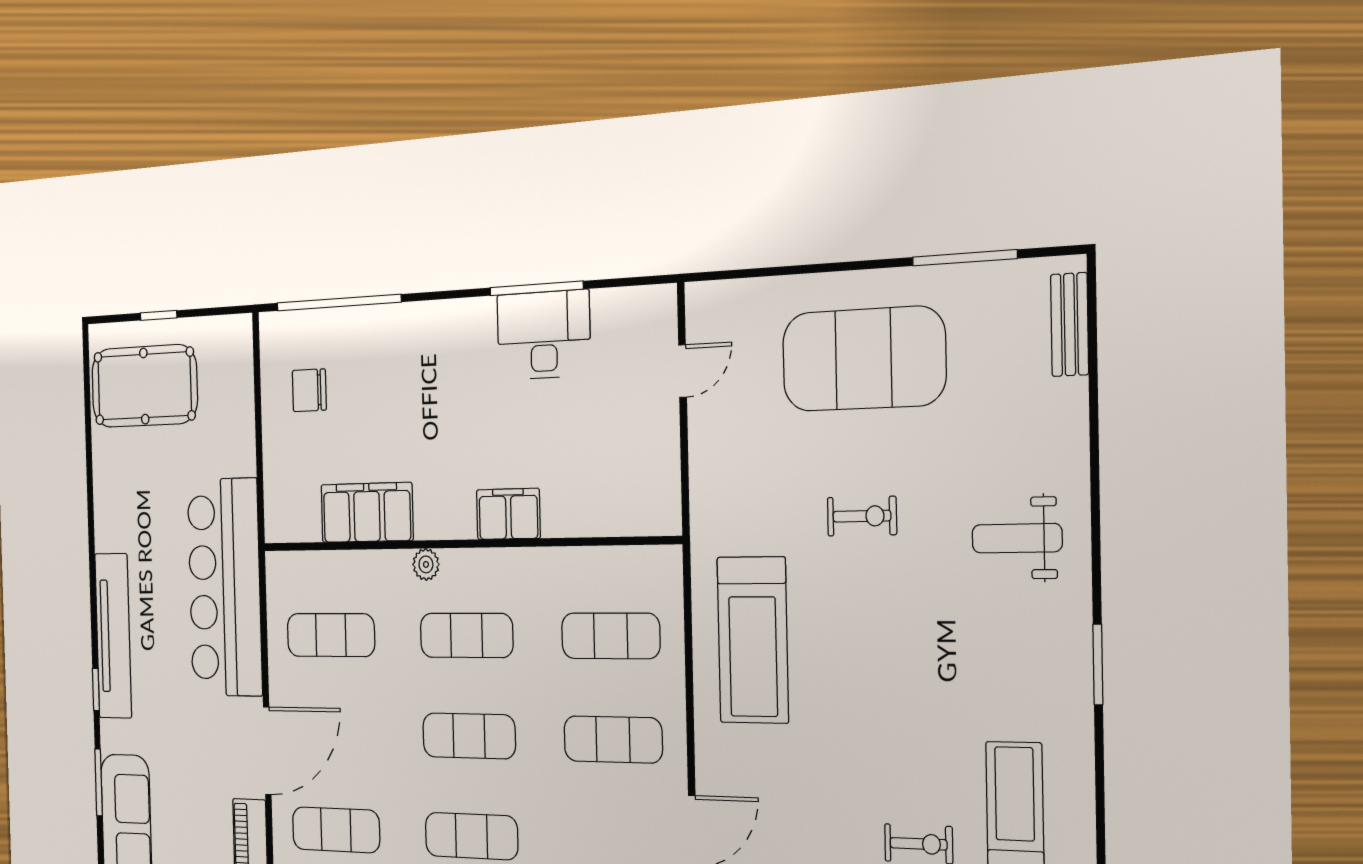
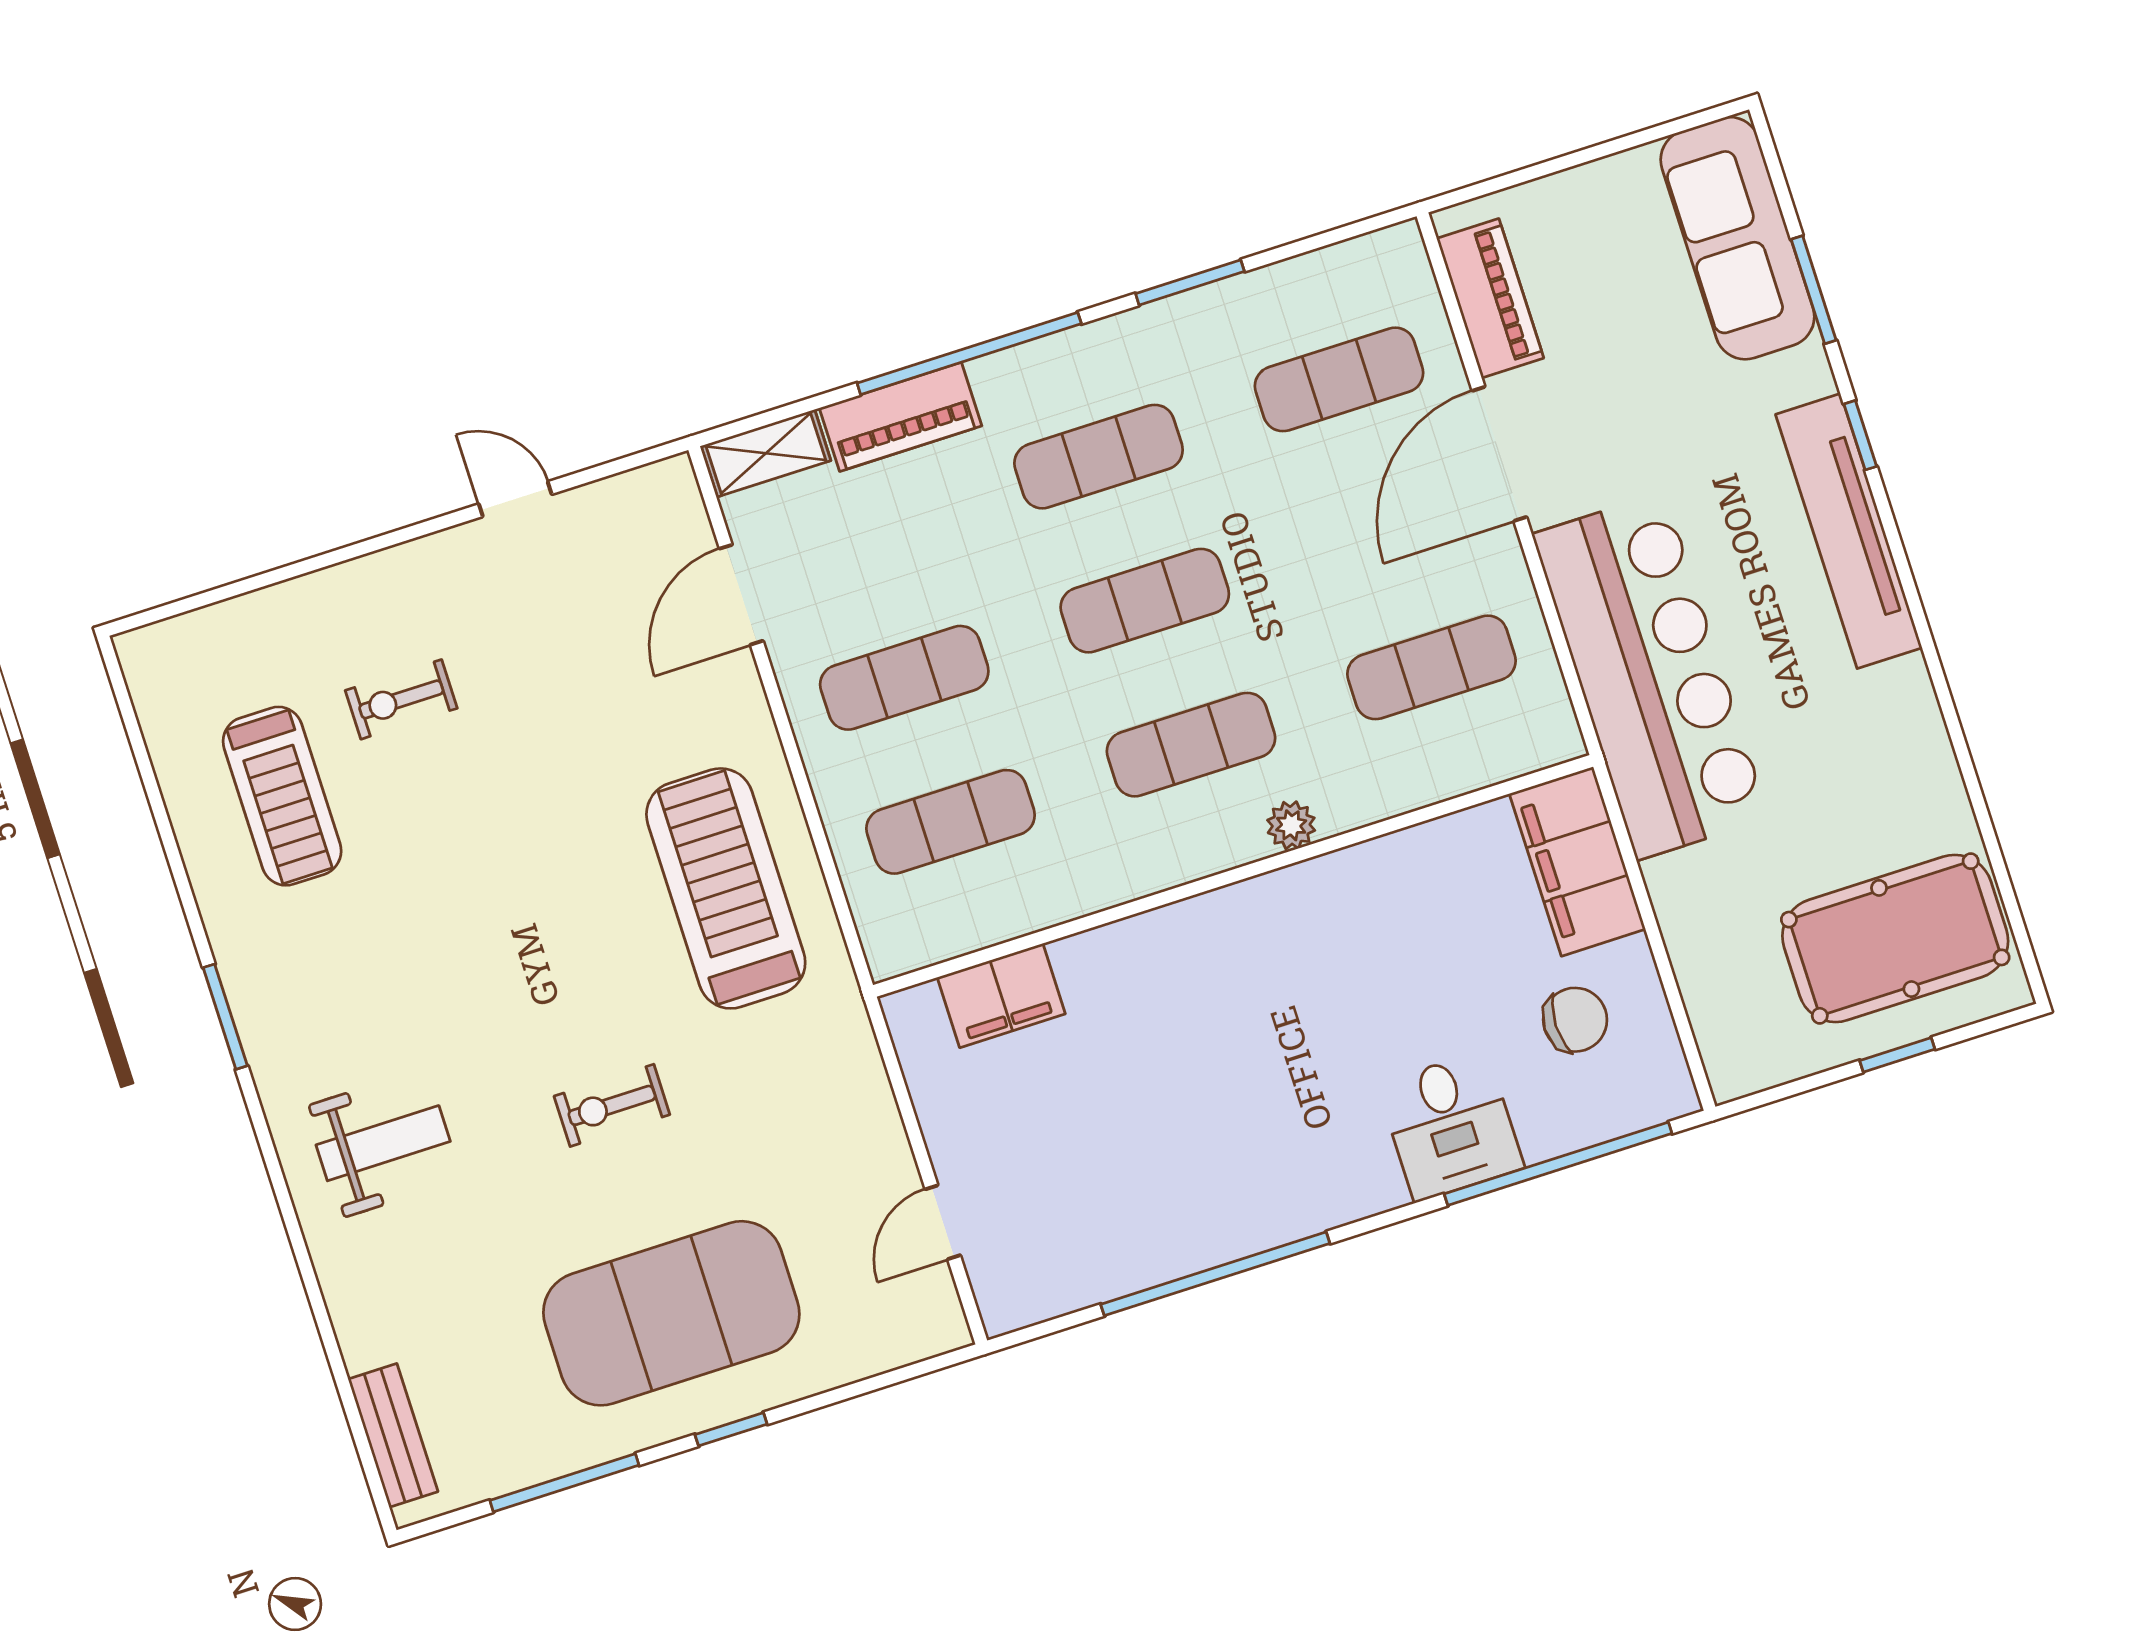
window: (848, 266) -> (731, 1429), added
window: (536, 288) -> (1215, 1274), width x1.46
desk: (544, 335) -> (1451, 1126), moved, width x0.73
filing cabinet: (367, 512) -> (1577, 861), moved, turned 90
filing cabinet: (508, 514) -> (1001, 996), moved

